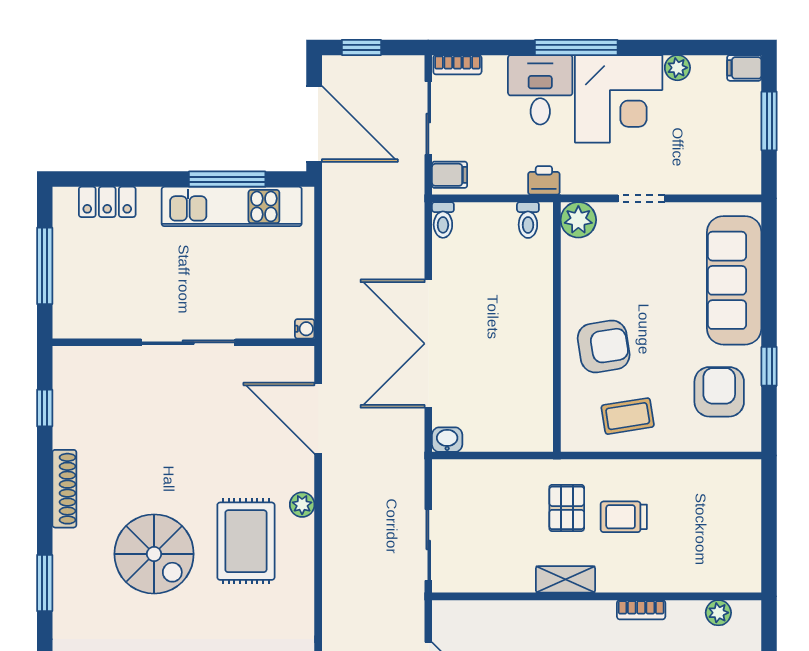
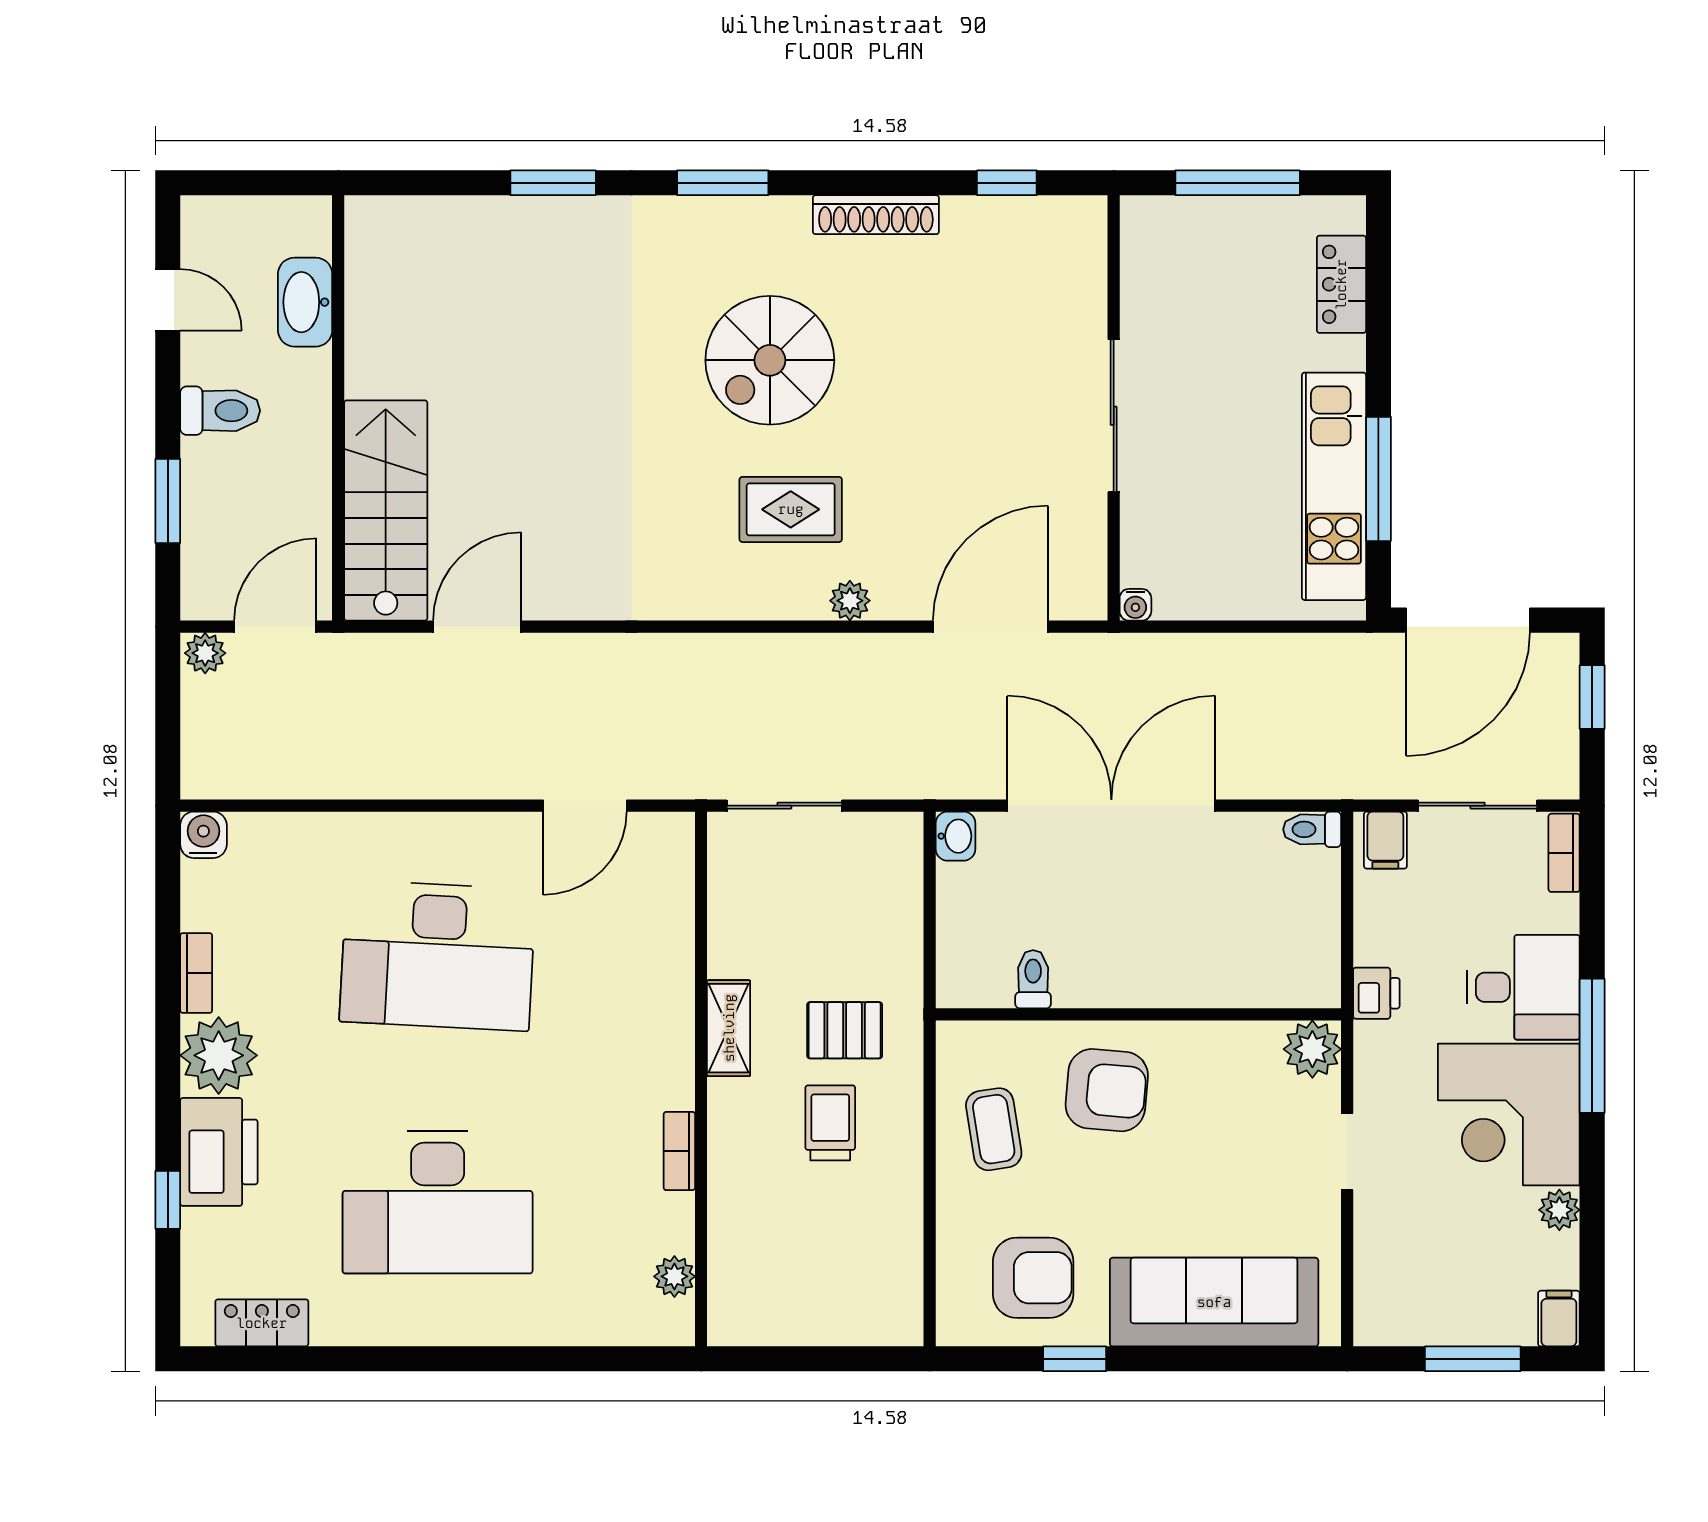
toilet: (528, 220) -> (1033, 979), moved, turned 90
armchair: (604, 346) -> (1107, 1090), turned -76
rug: (246, 541) -> (791, 509), width x0.73, depth x0.70

